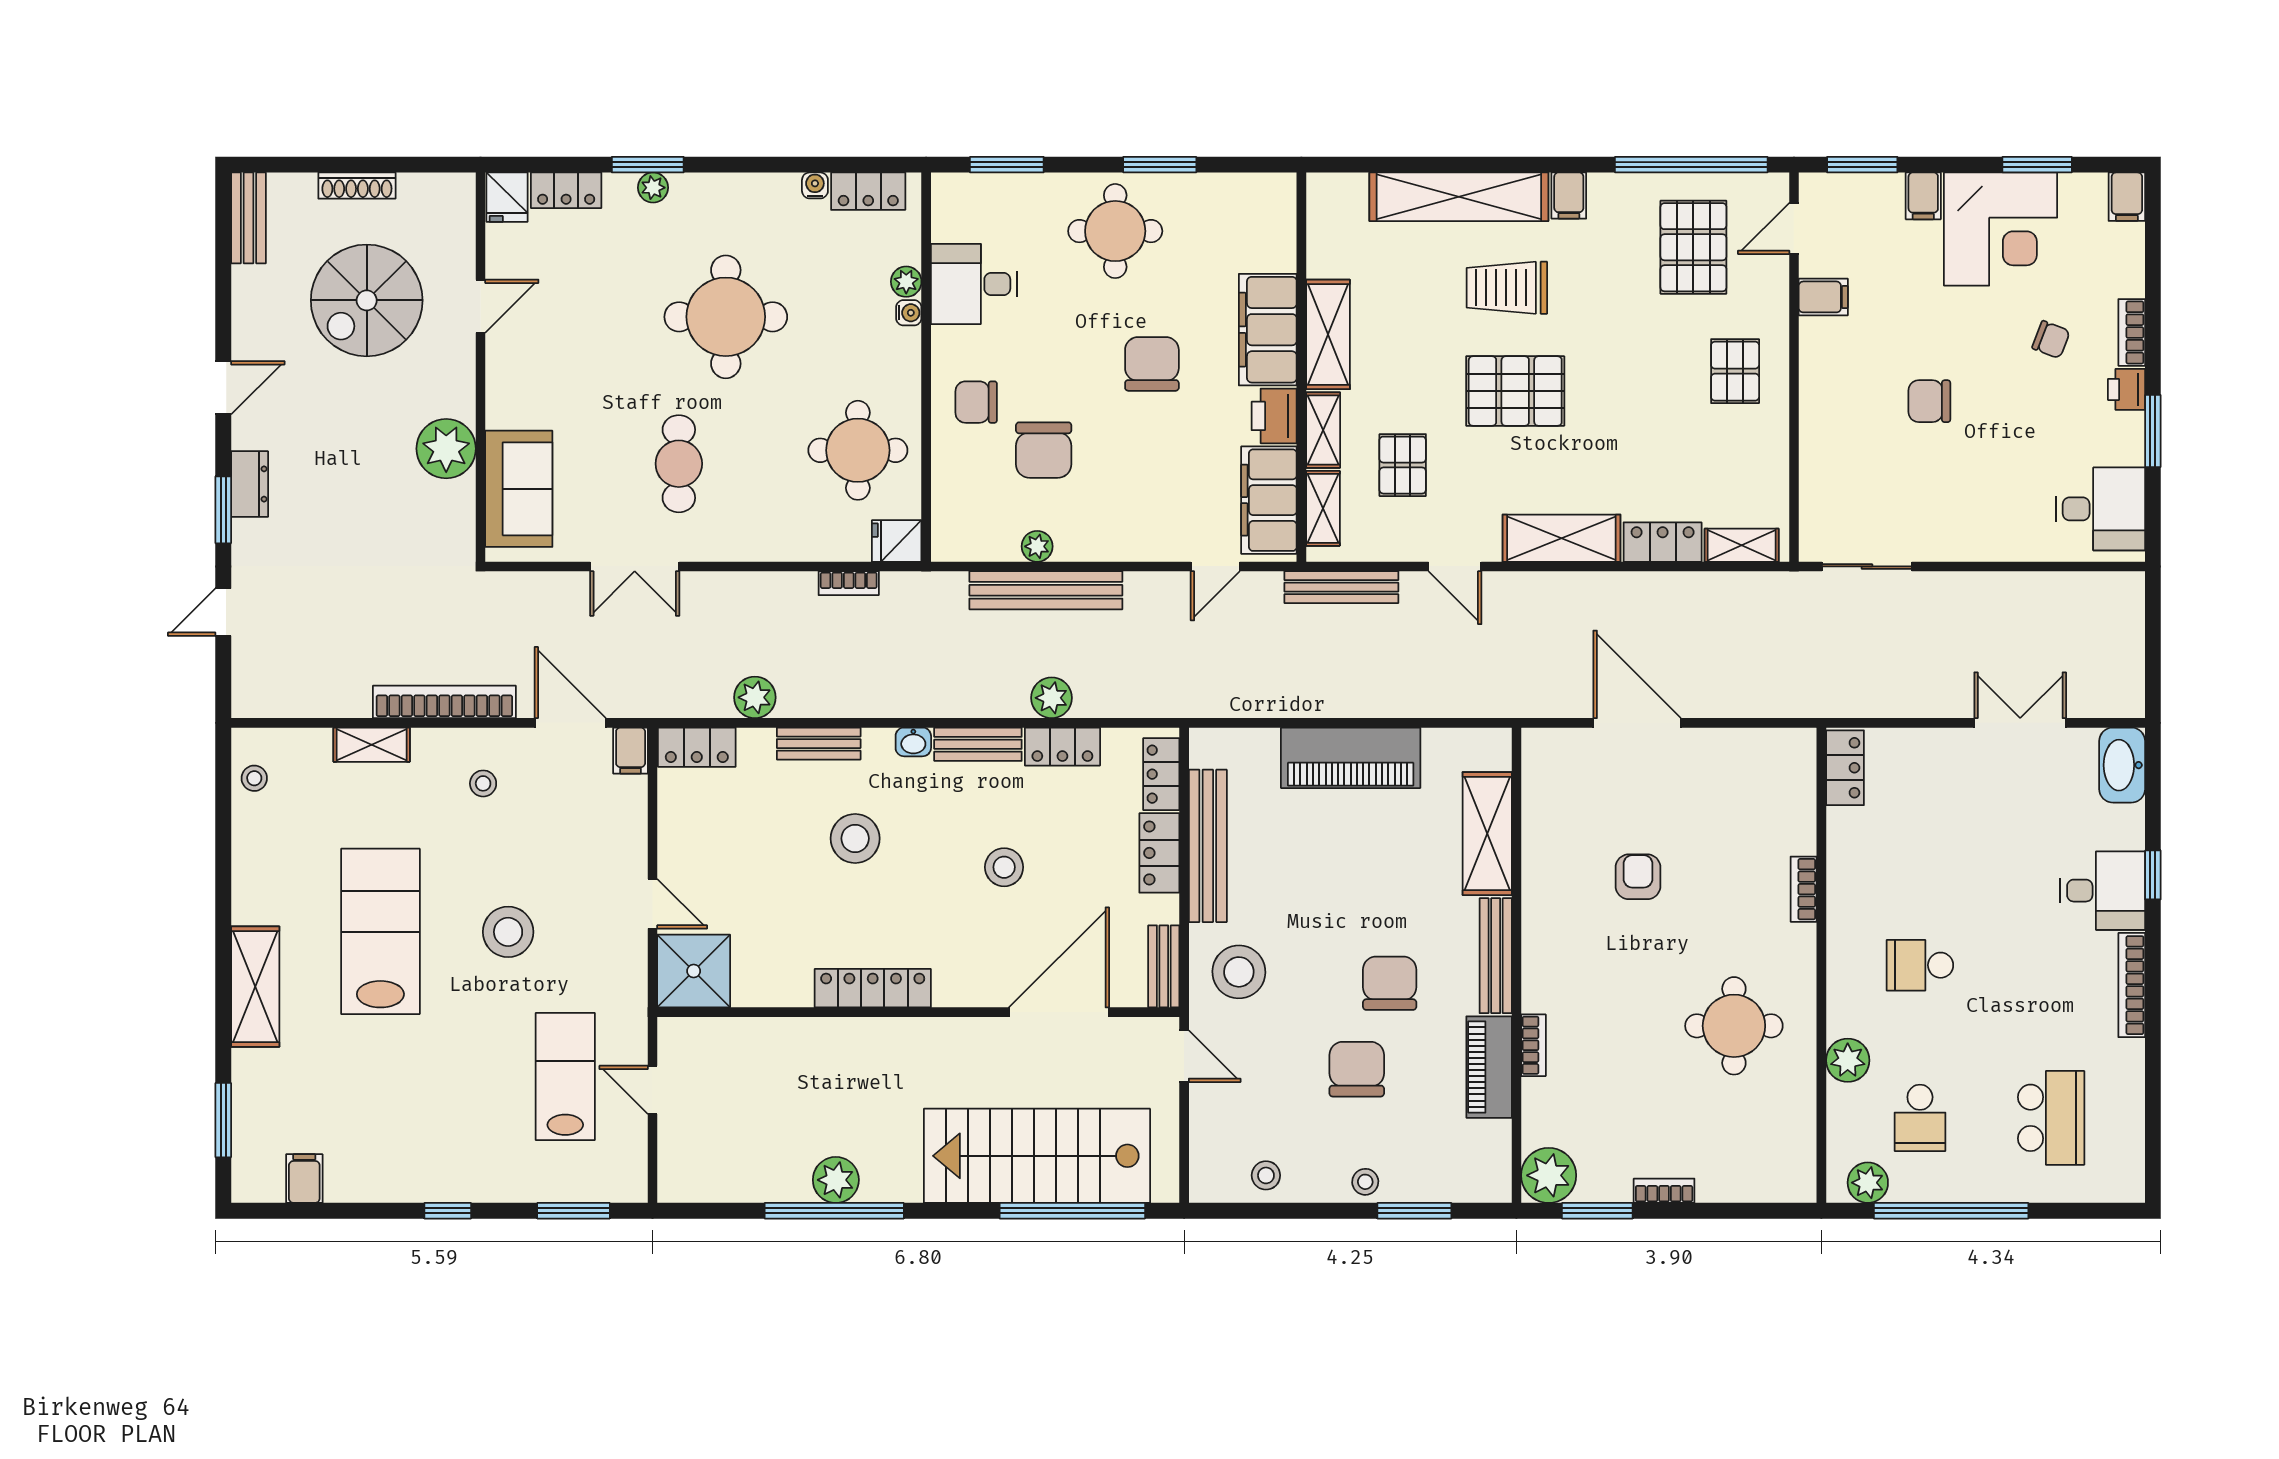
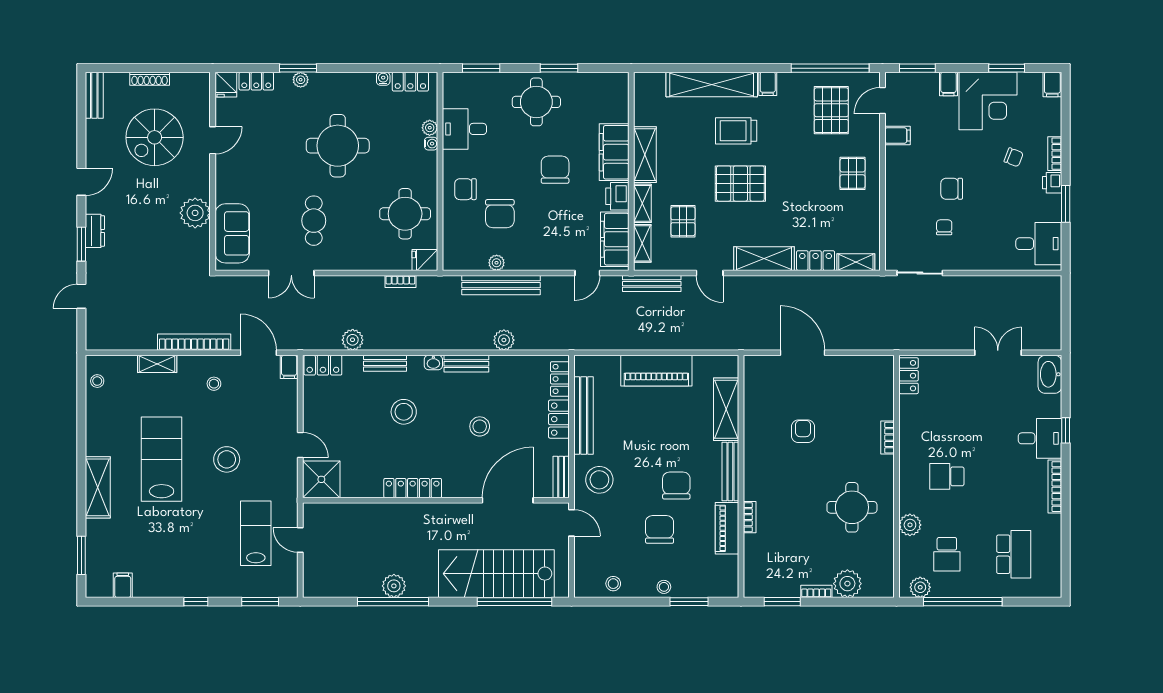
chair: (1915, 477) -> (944, 227), added
locker: (1062, 747) -> (509, 365), removed
plant: (1549, 1175) -> (847, 584), moved

